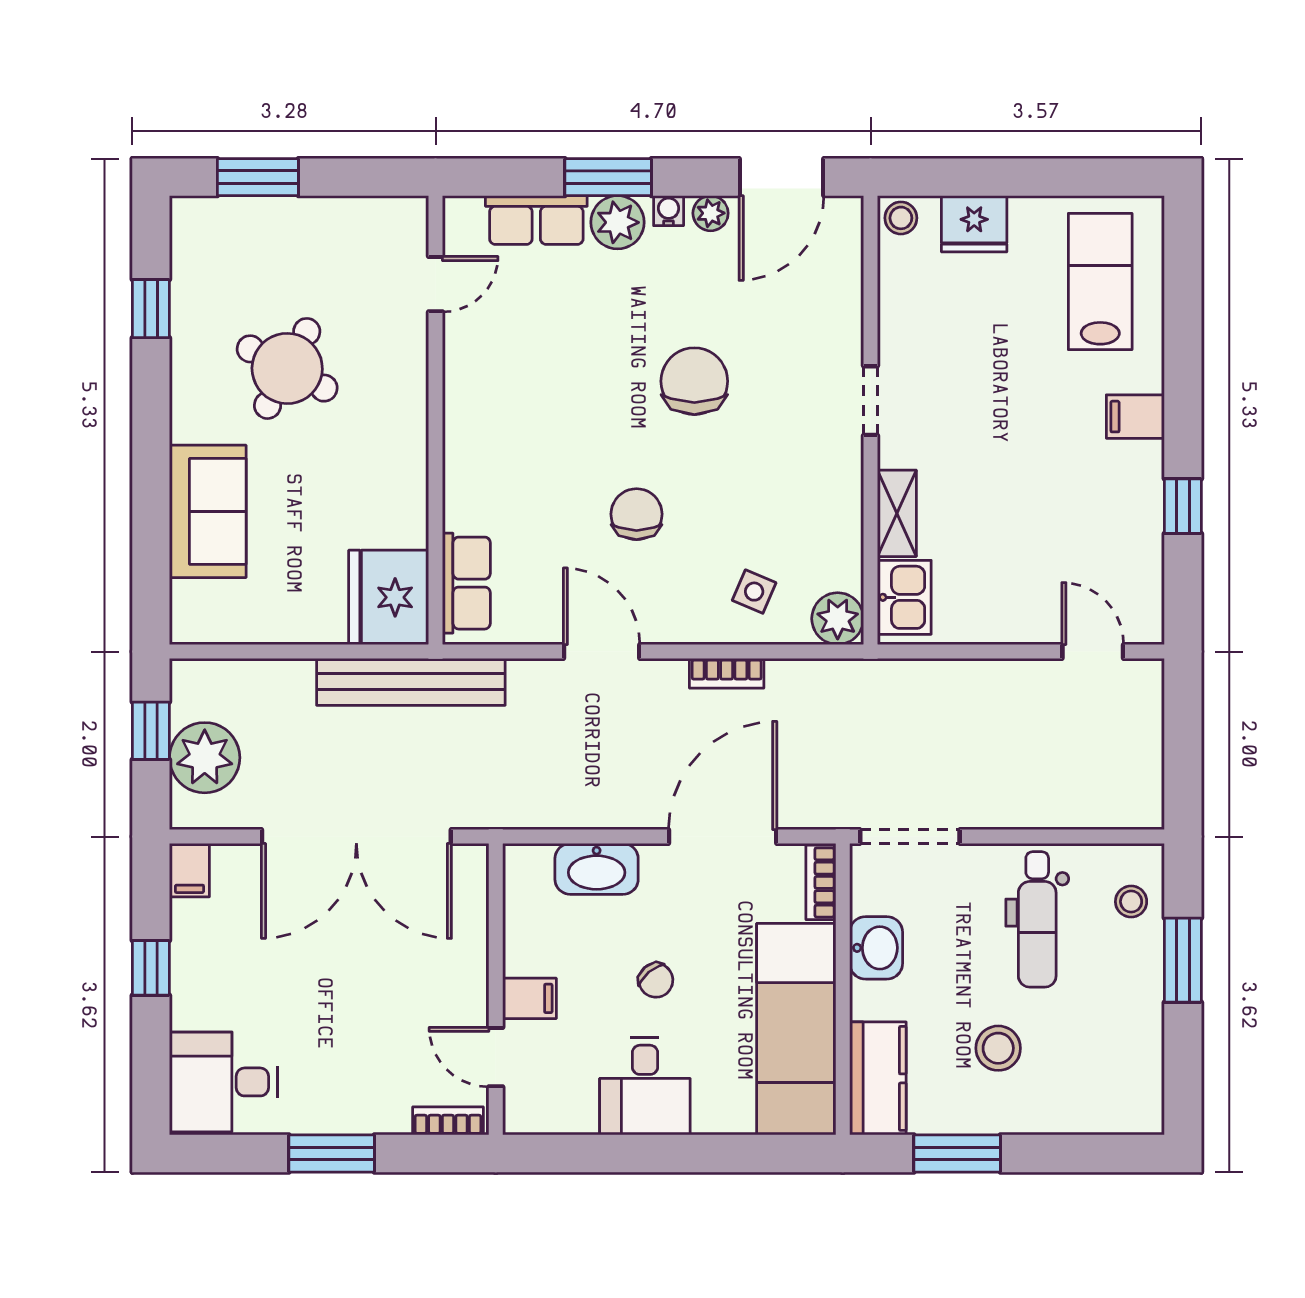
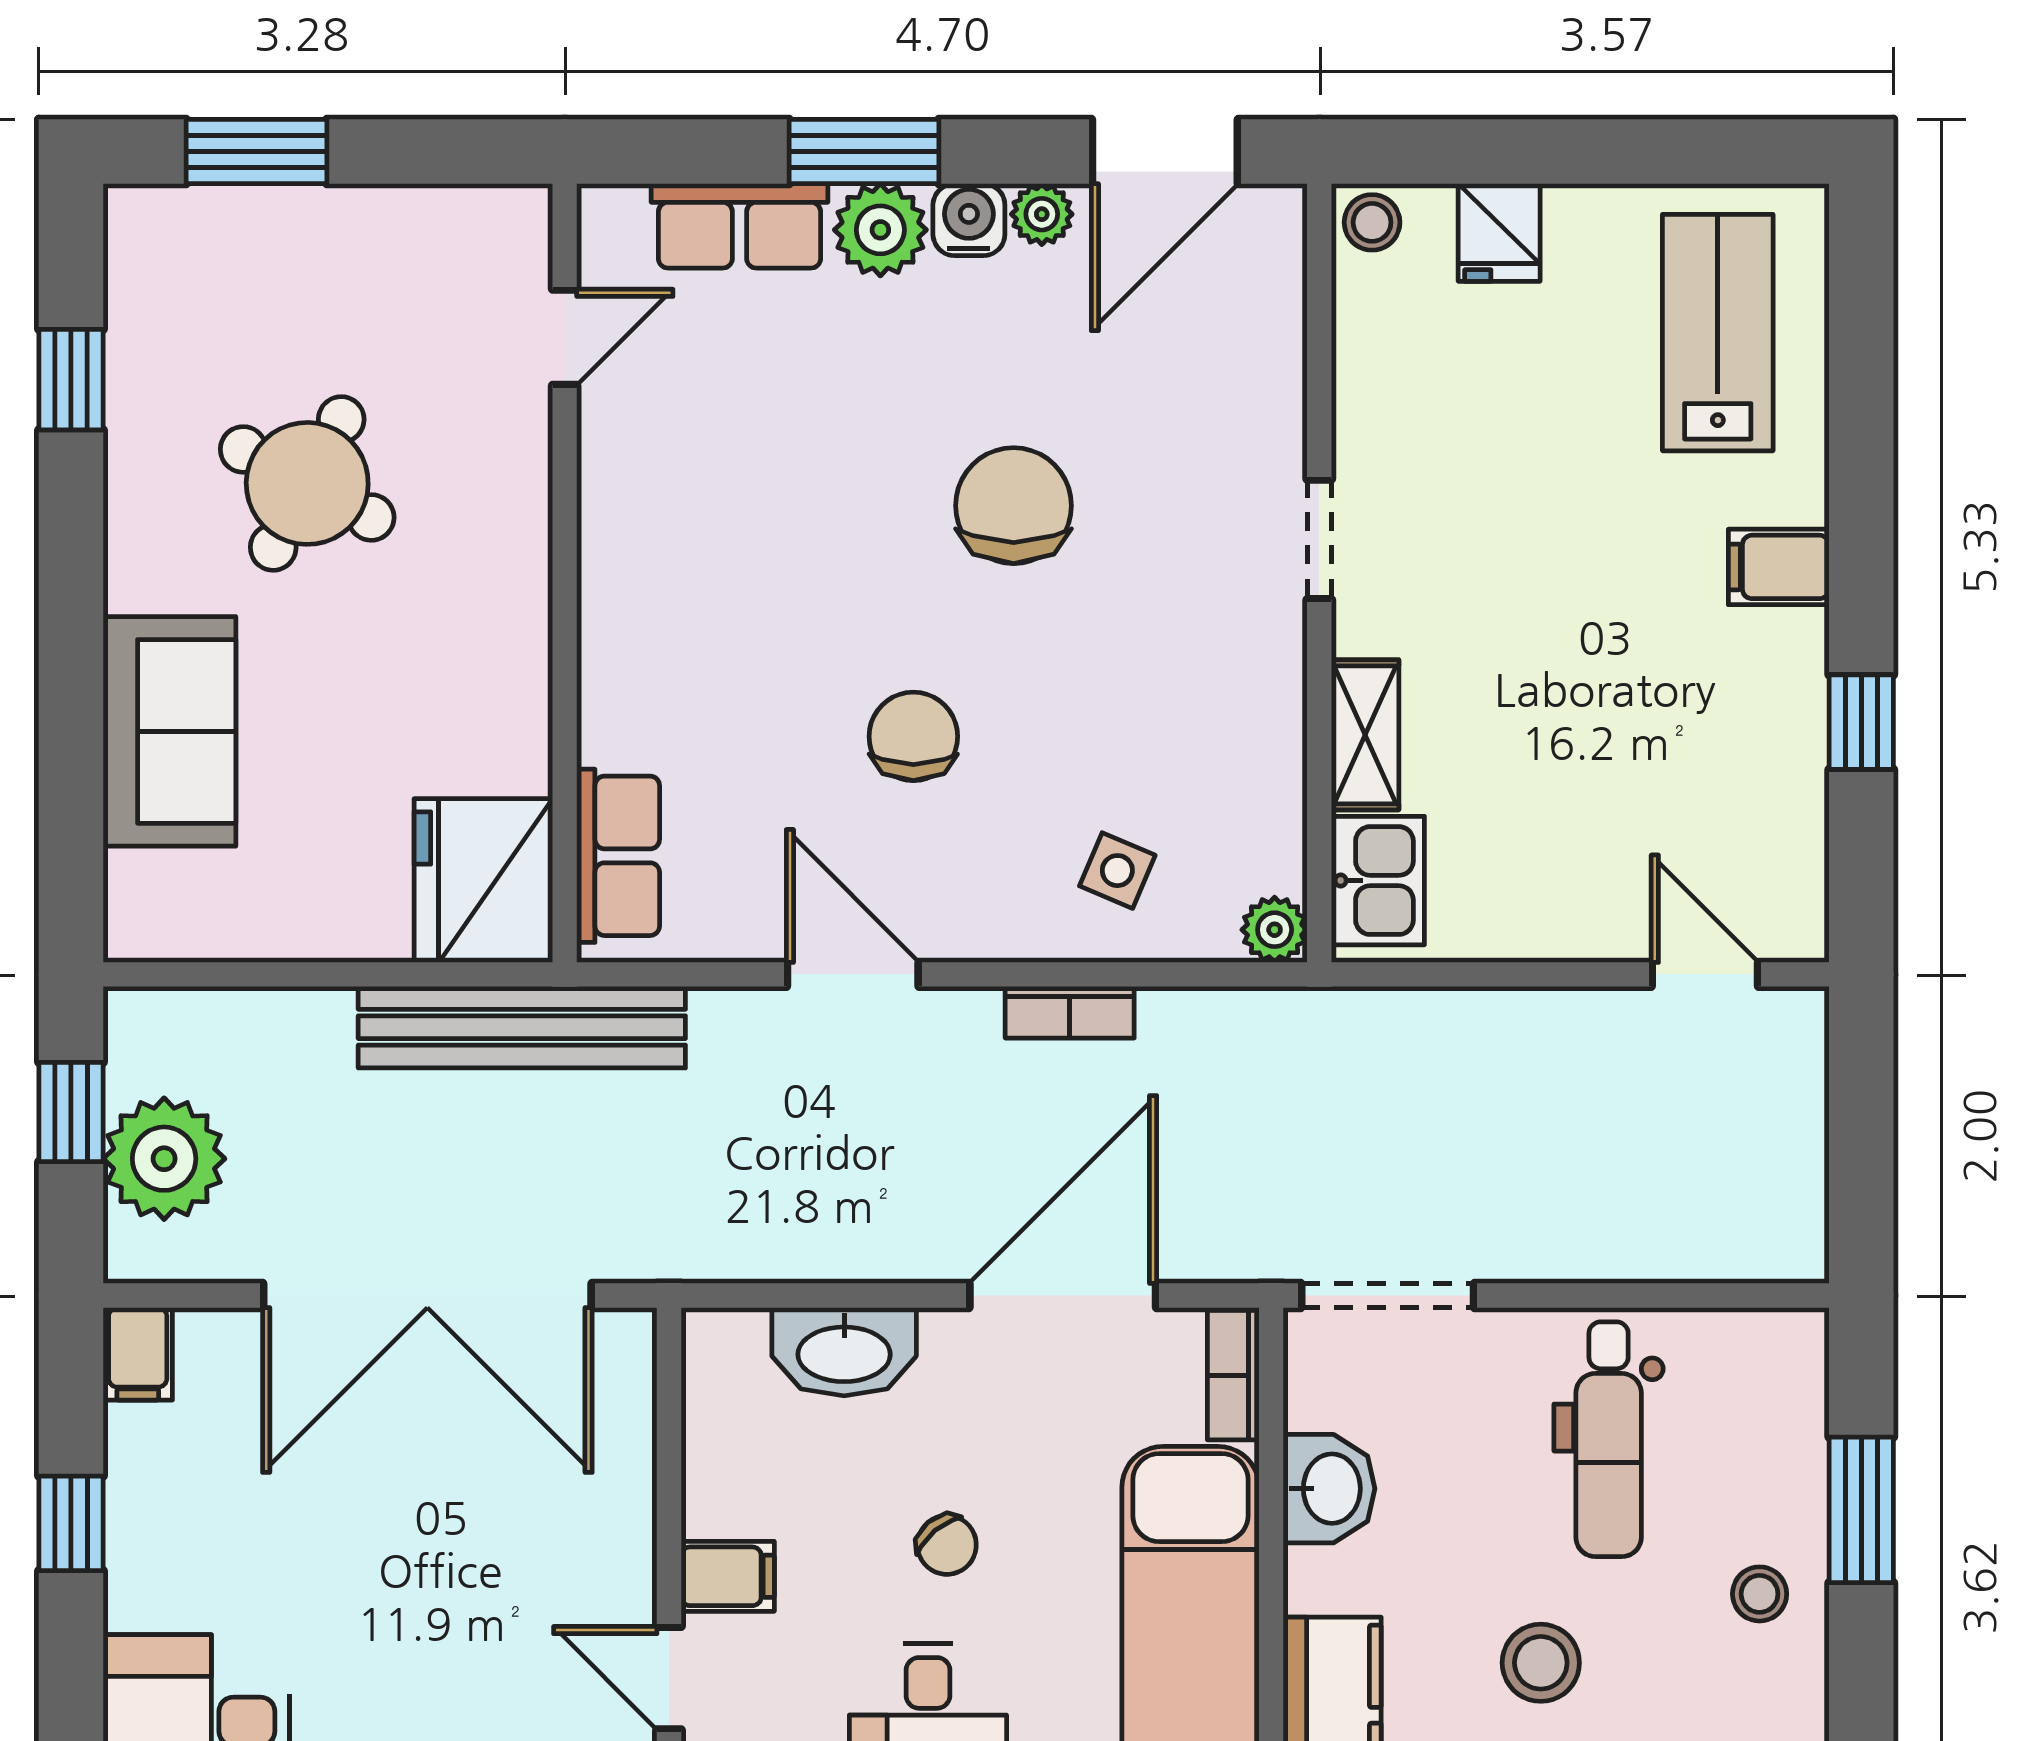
water cooler: (669, 211) -> (969, 220), width x1.38, depth x1.38
fridge: (974, 224) -> (1499, 233), width x0.72
plant: (838, 619) -> (1275, 930), width x0.73, depth x0.73
stool: (1131, 902) -> (1760, 1594), moved

